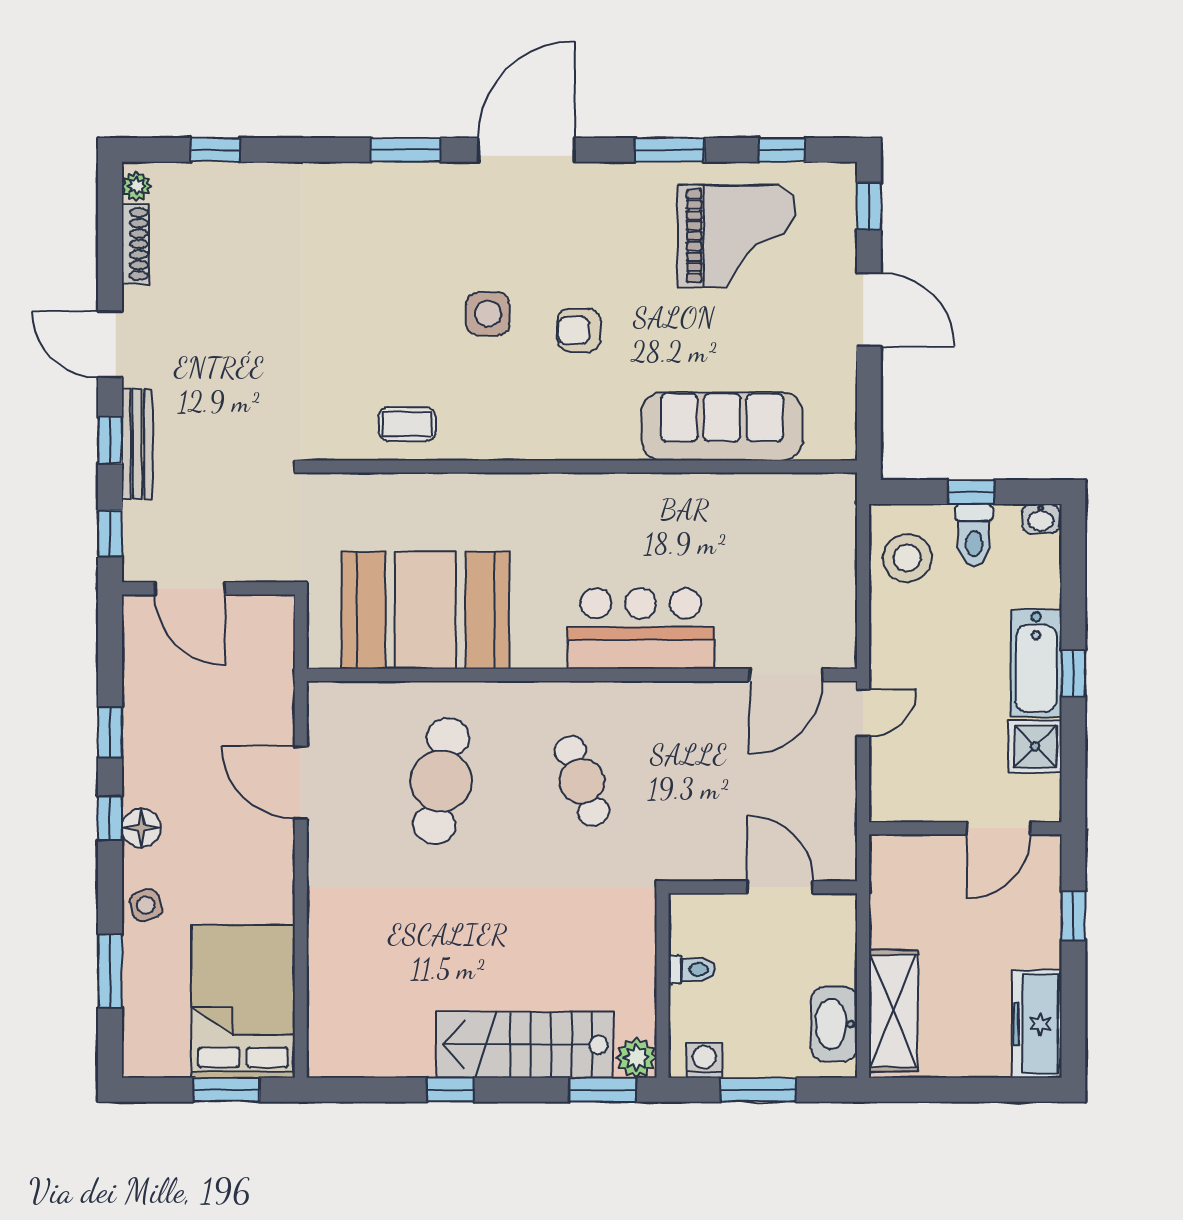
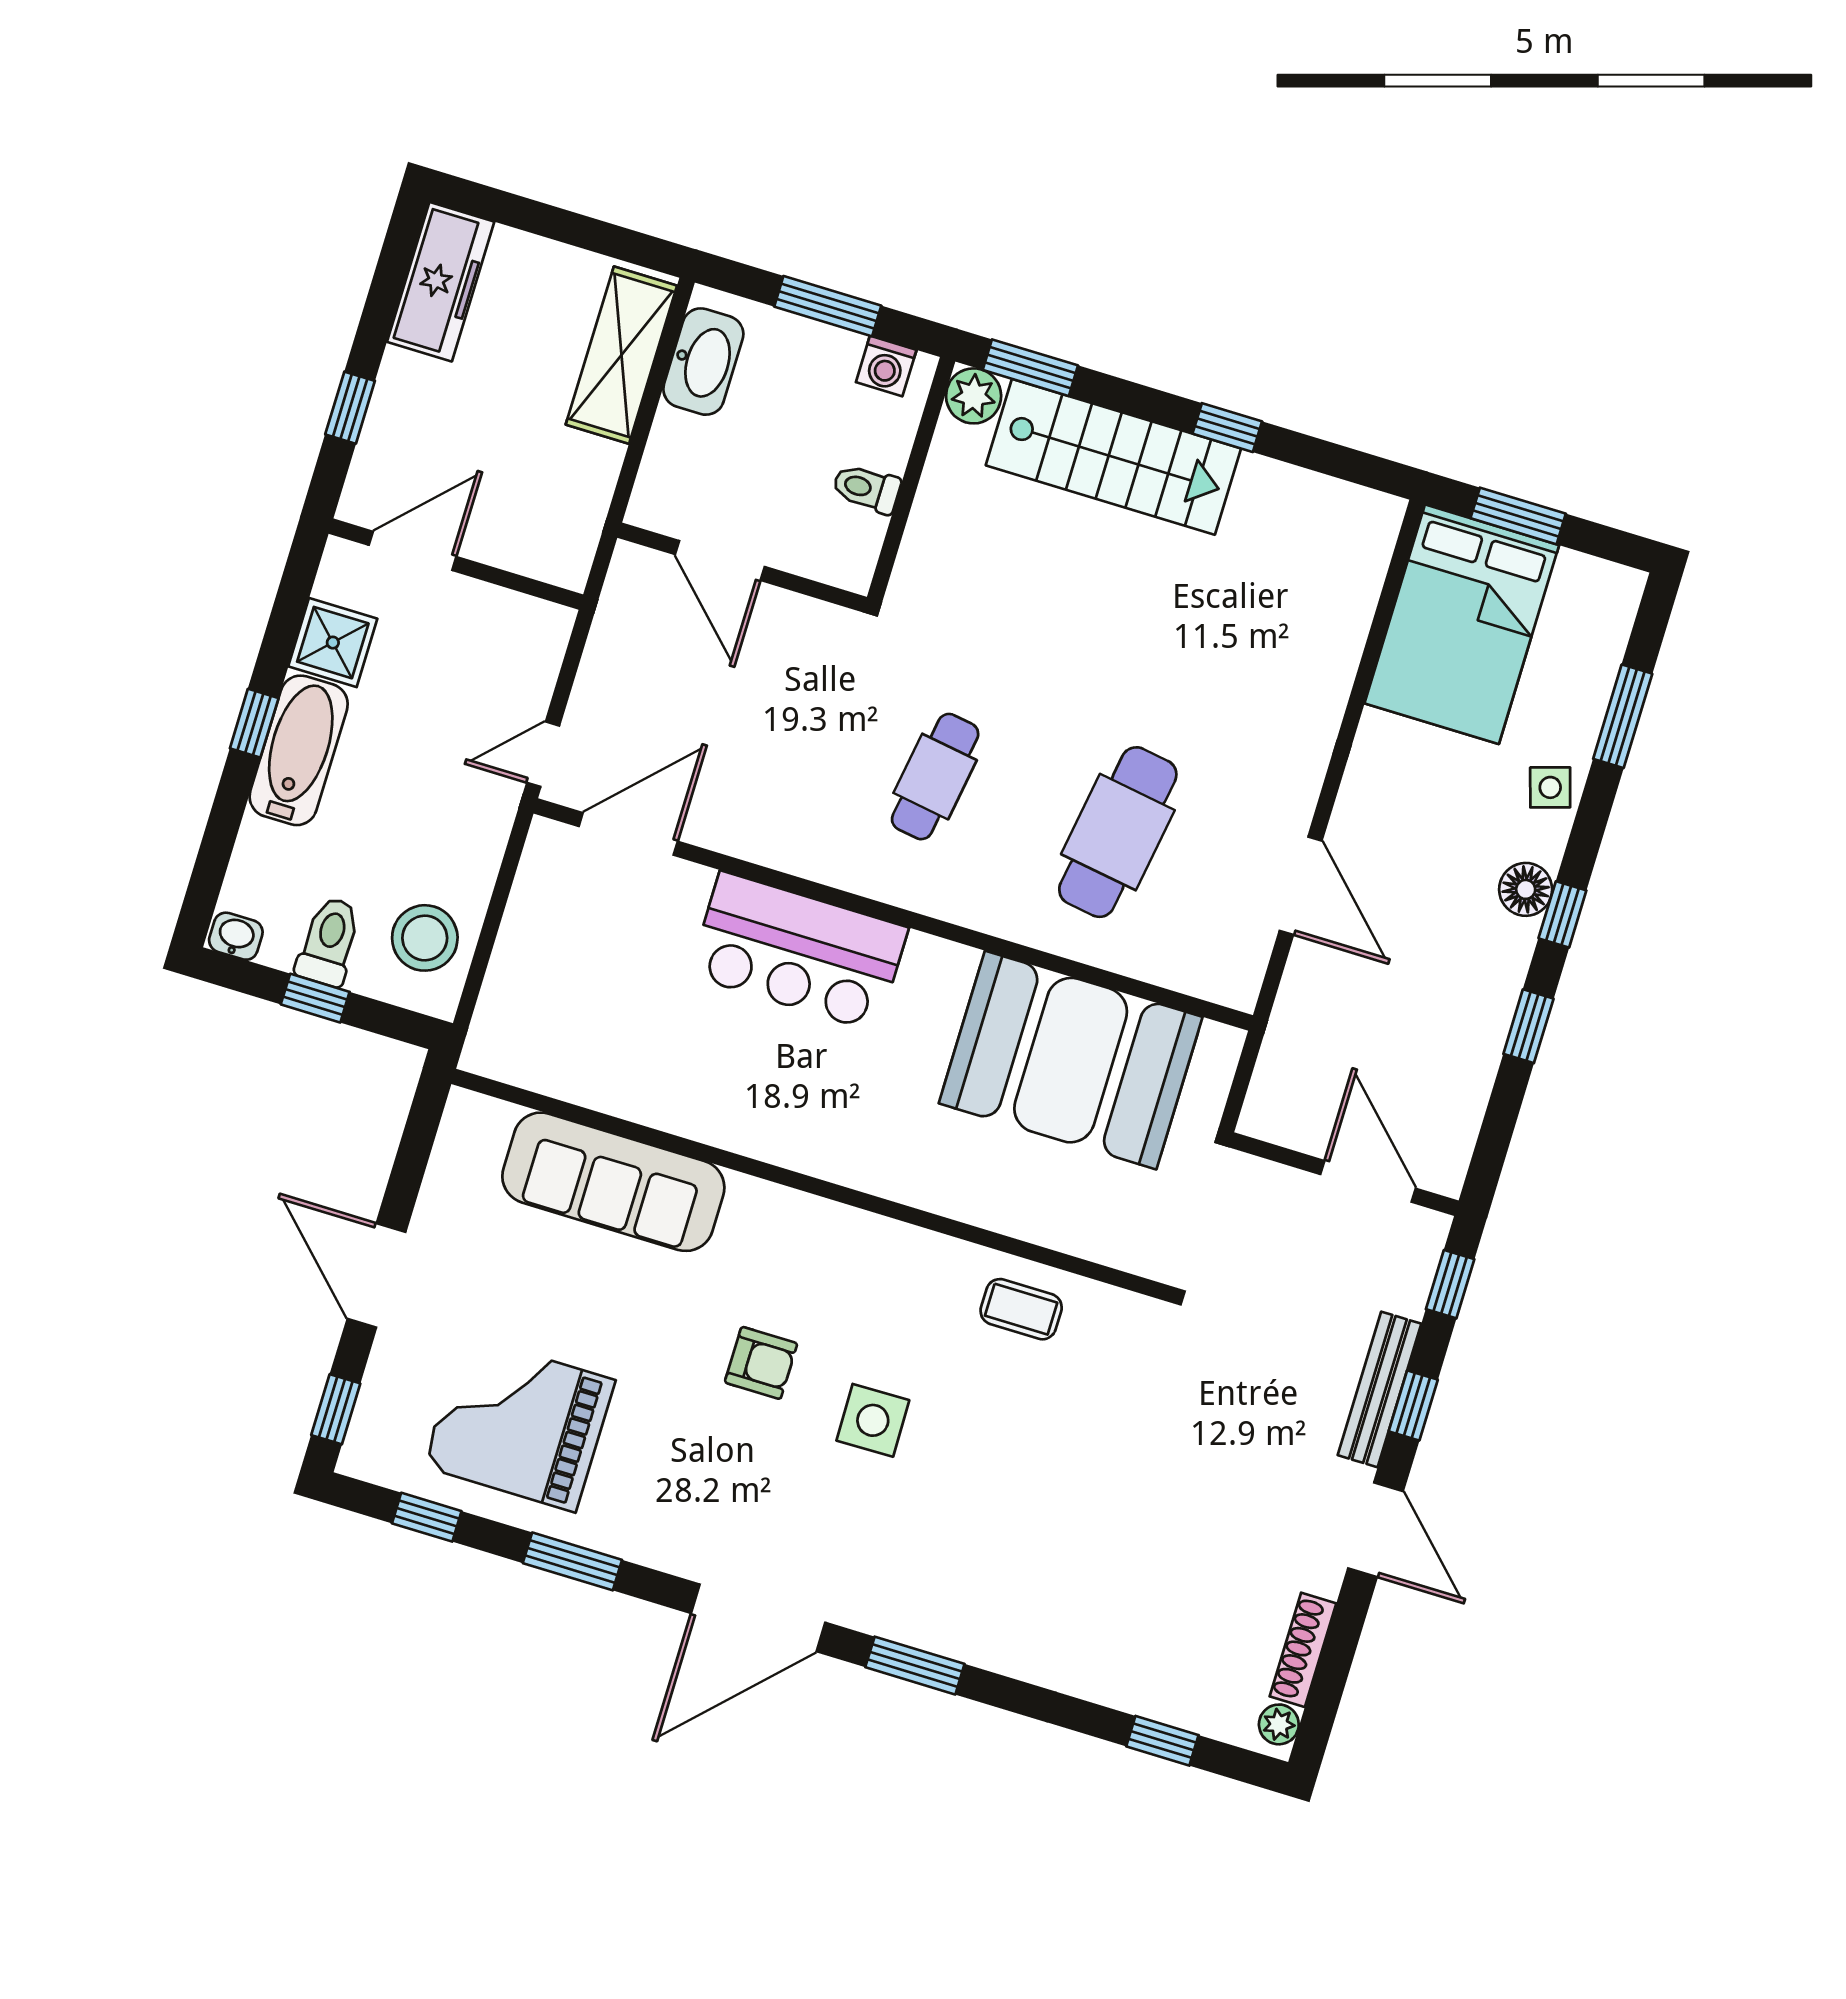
cafe table: (582, 781) -> (935, 777), turned 30

